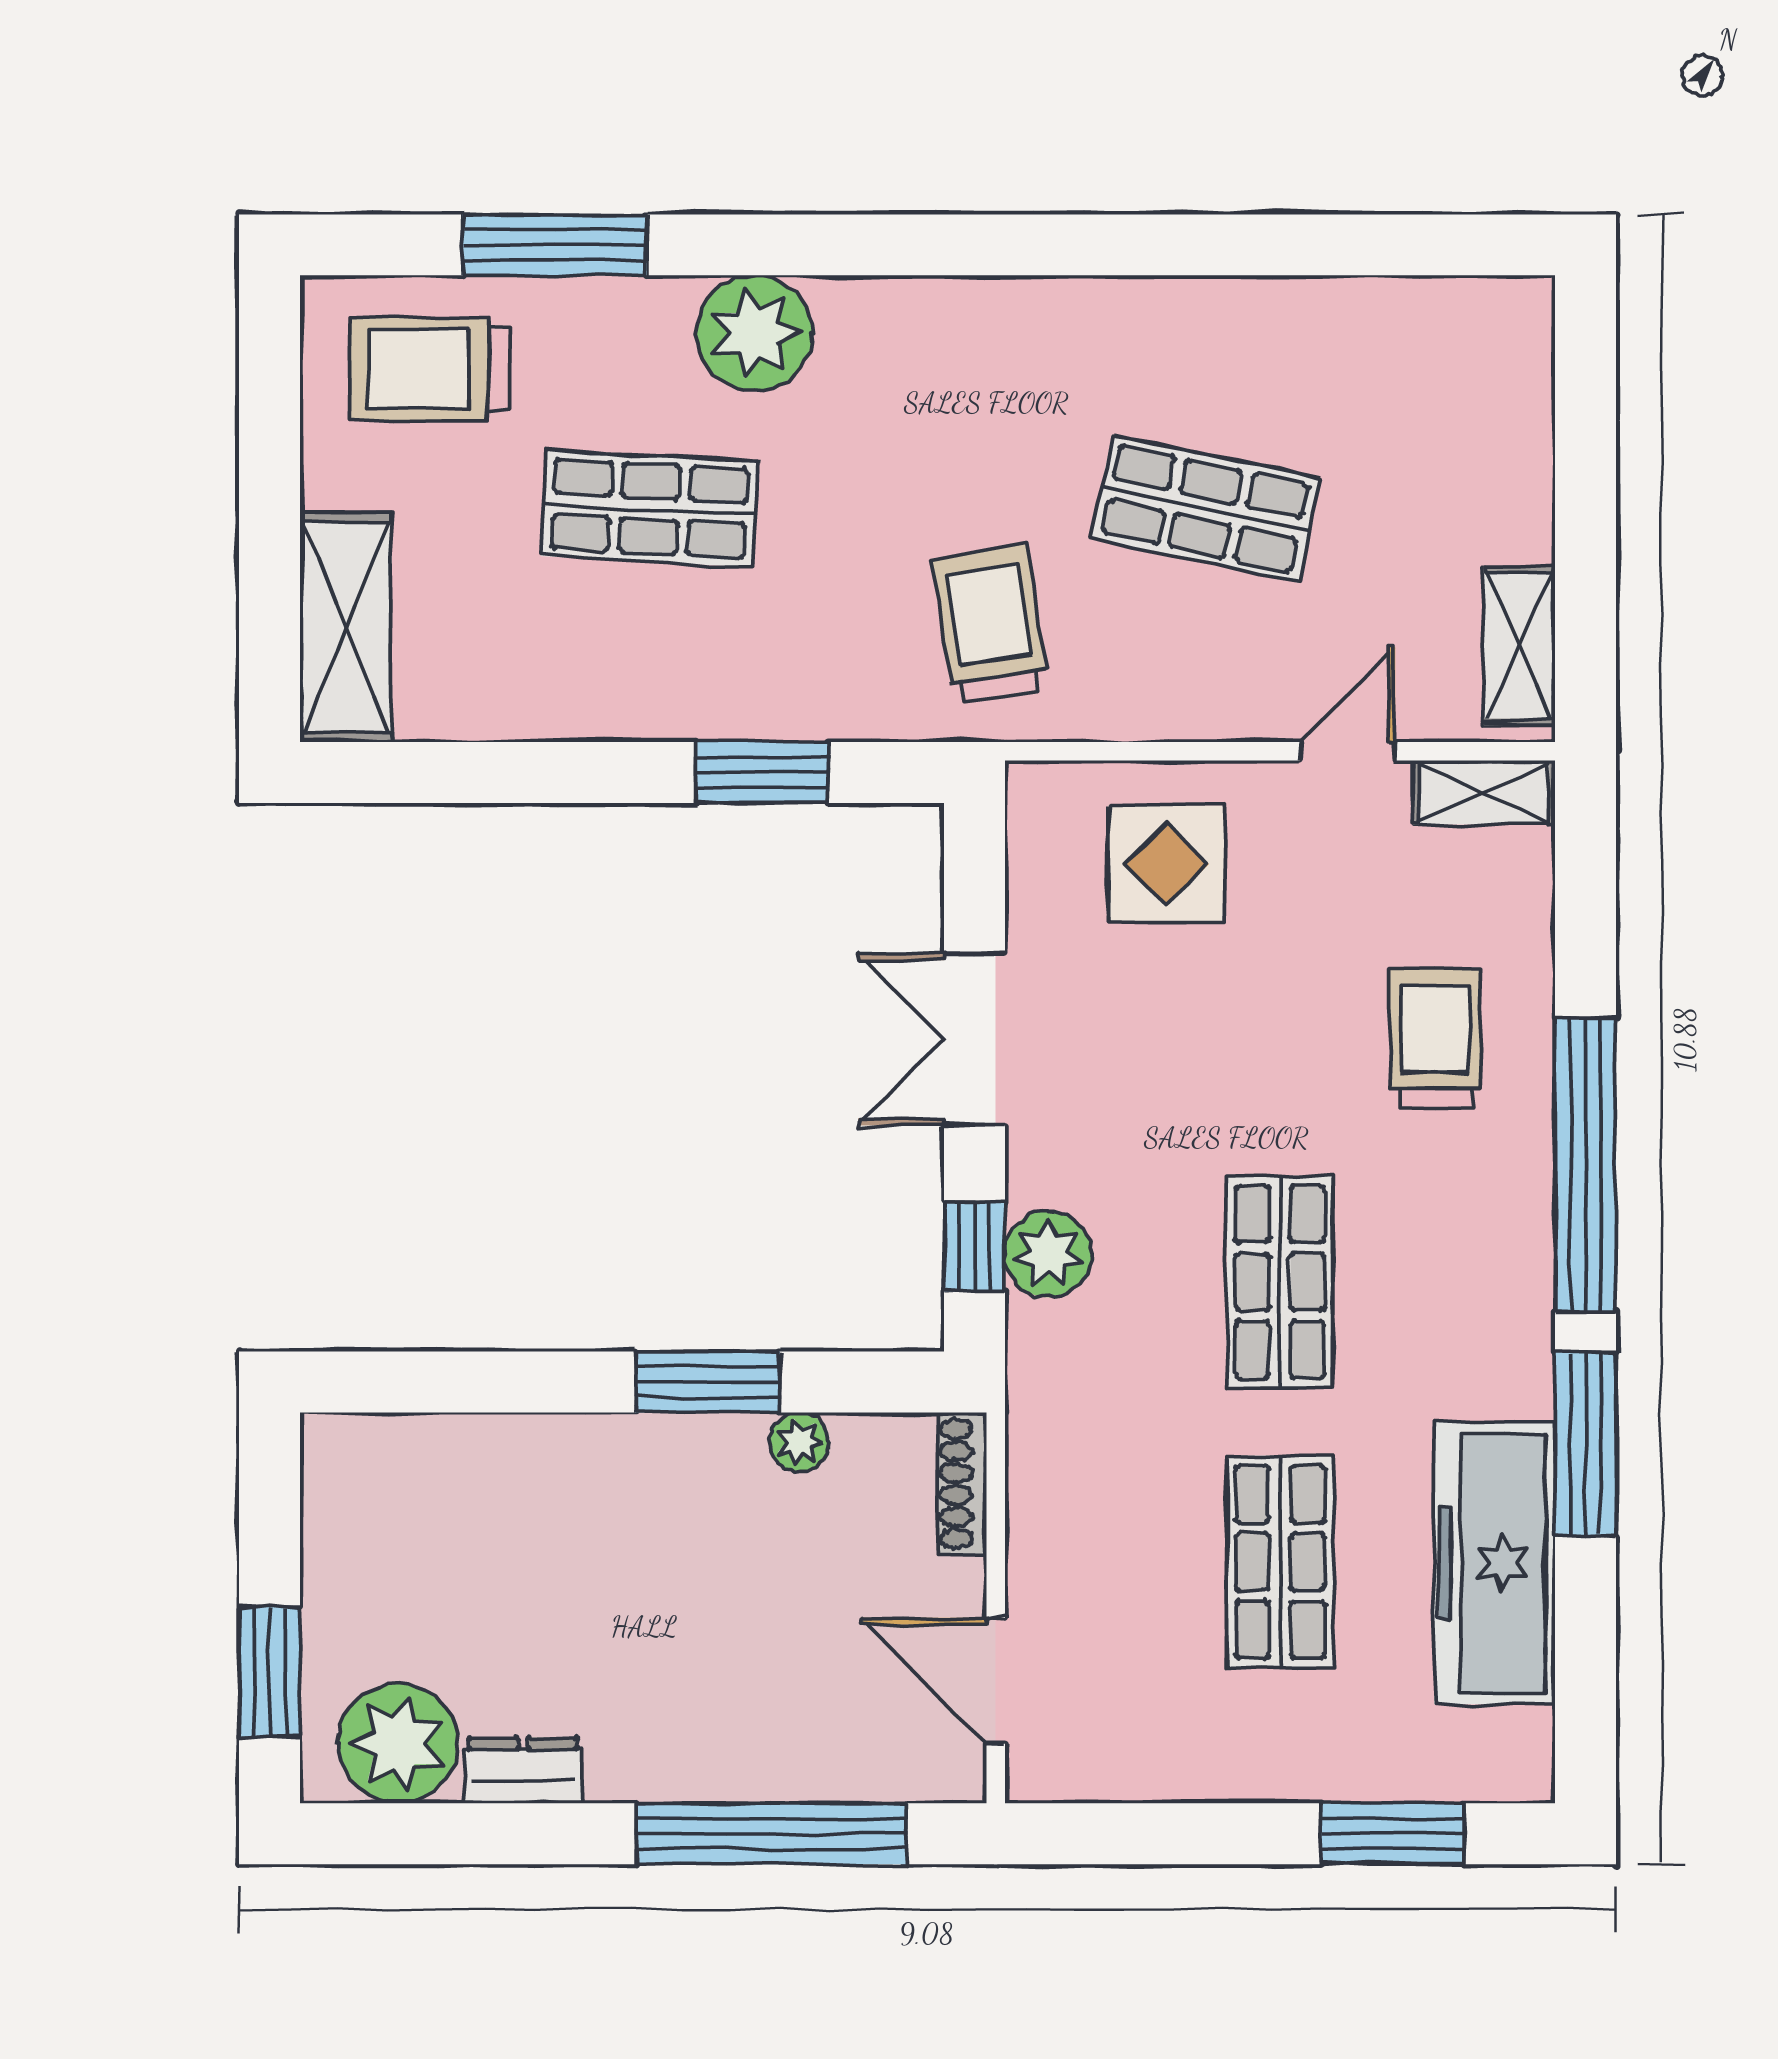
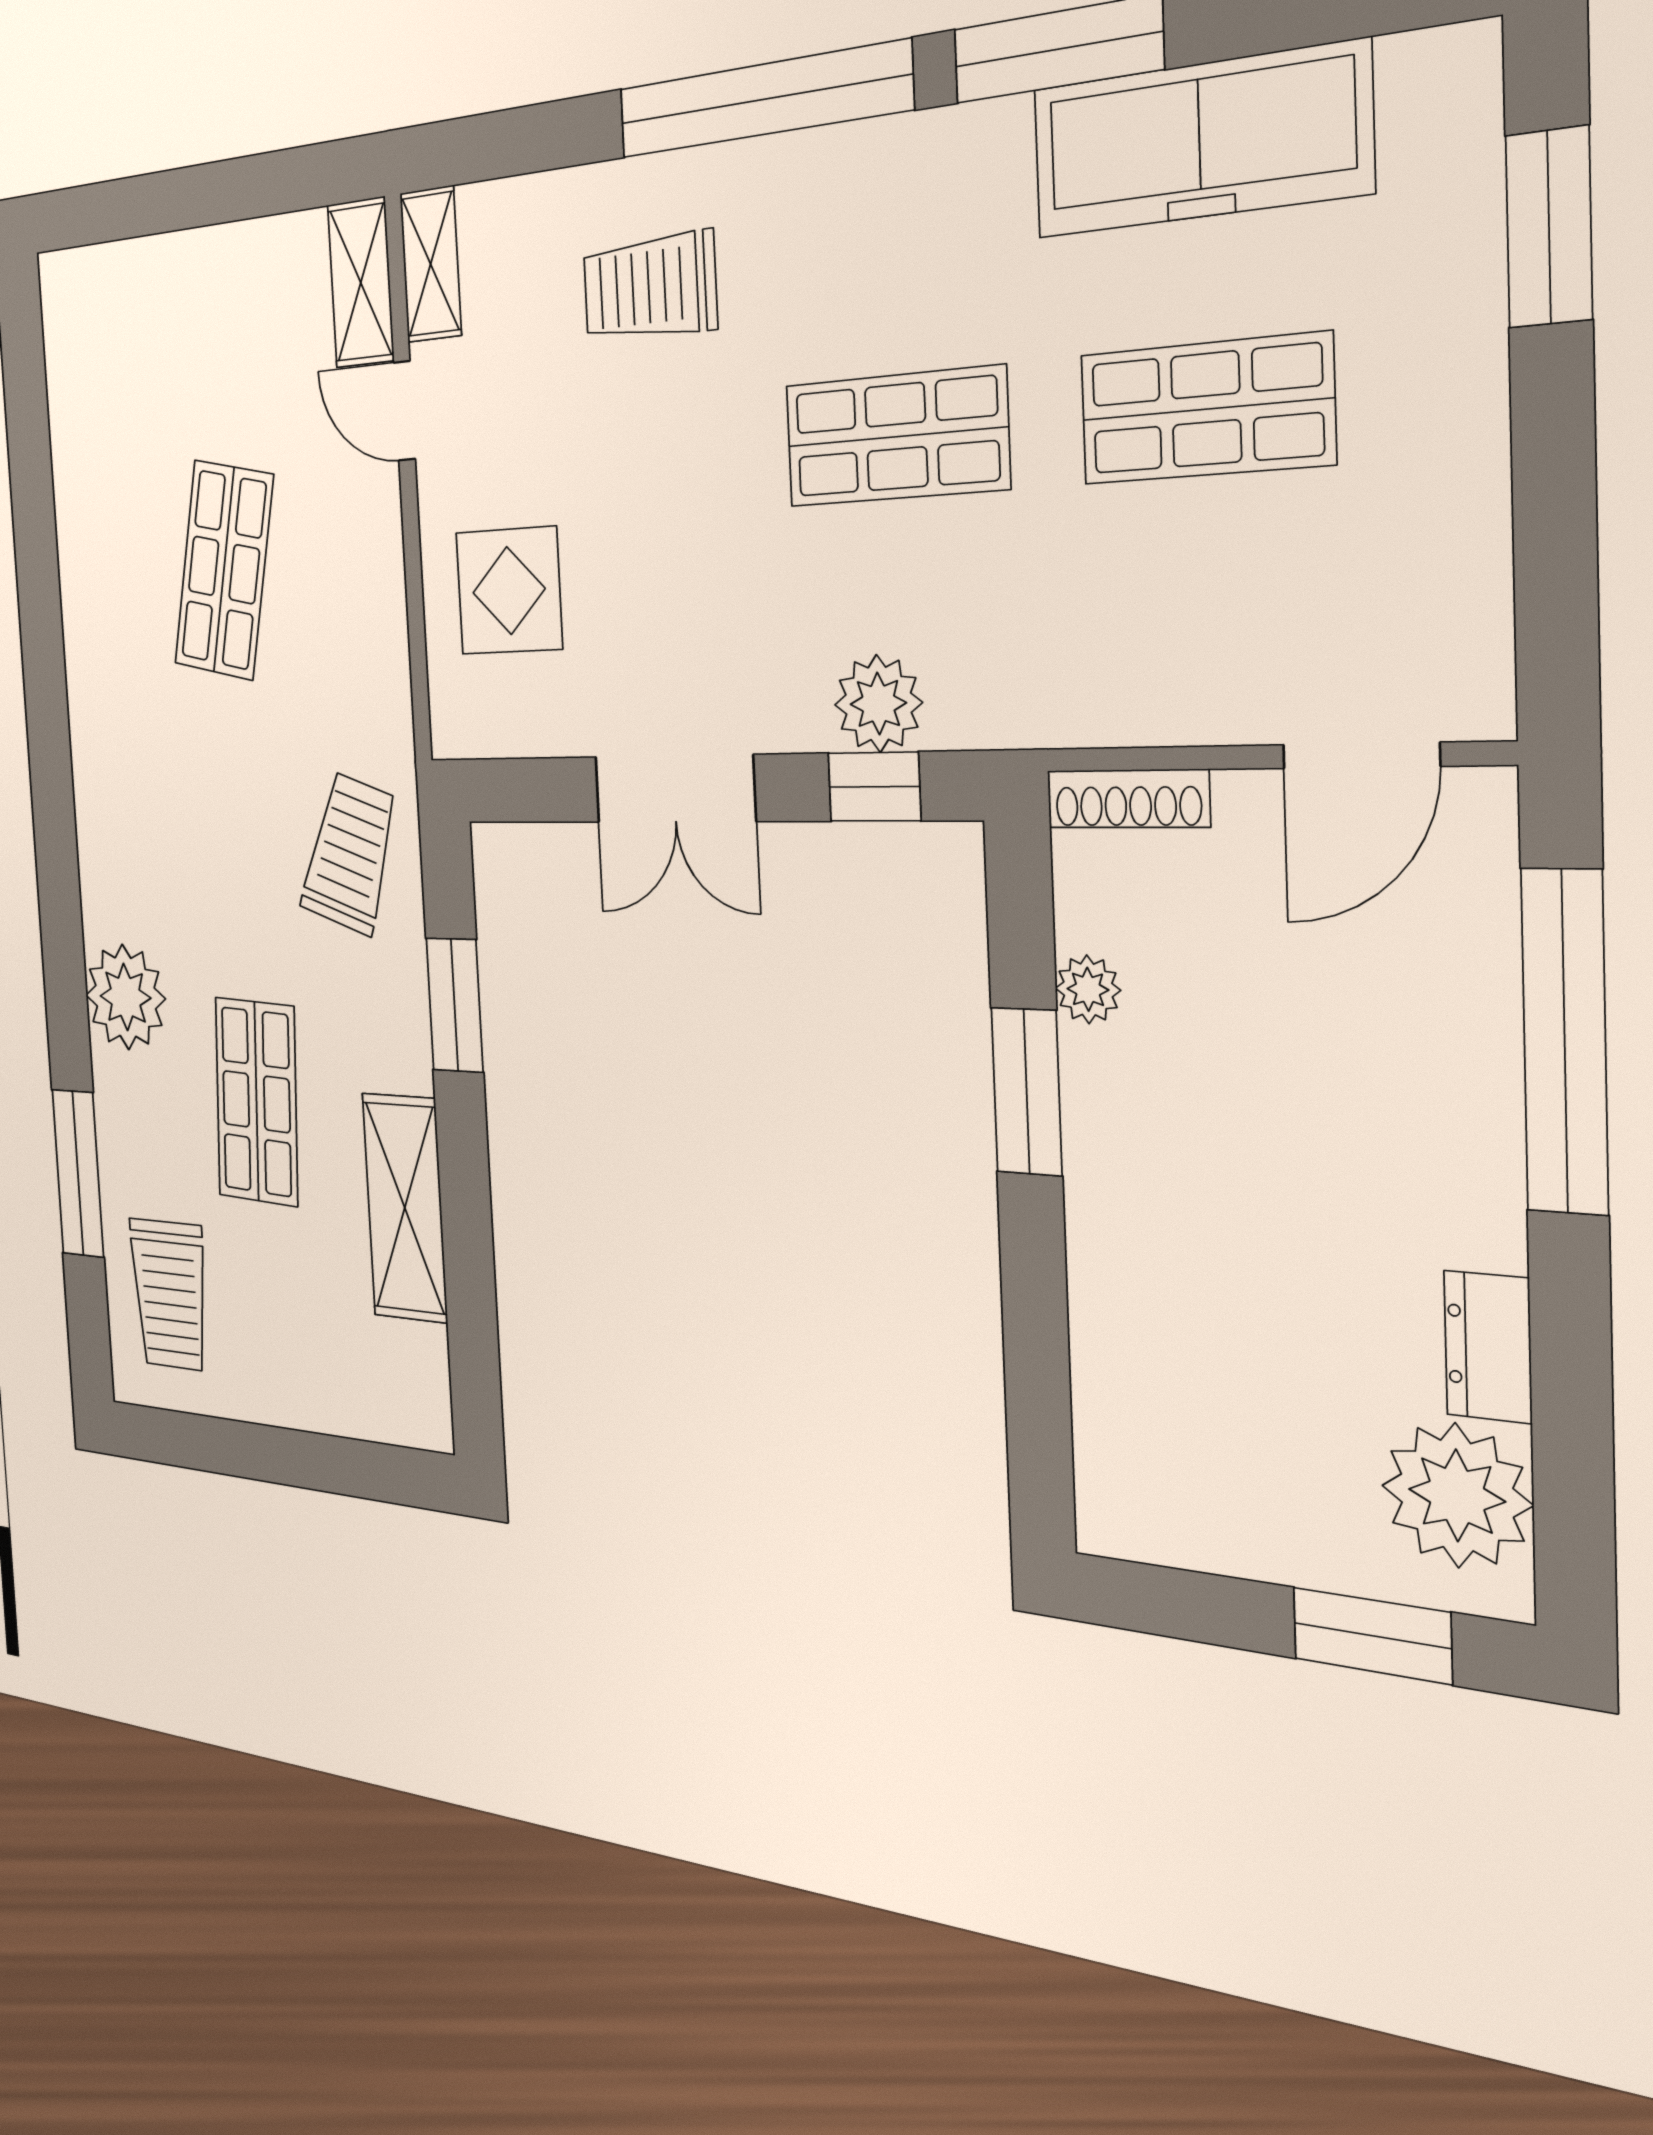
trolley: (990, 624) -> (350, 853), moved, turned 118
shelving: (346, 627) -> (405, 1208), moved, turned 90
shelving: (1520, 646) -> (361, 283), moved, turned 90

